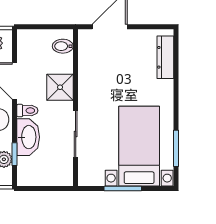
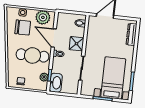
washbasin: (28, 137) -> (56, 83), moved

